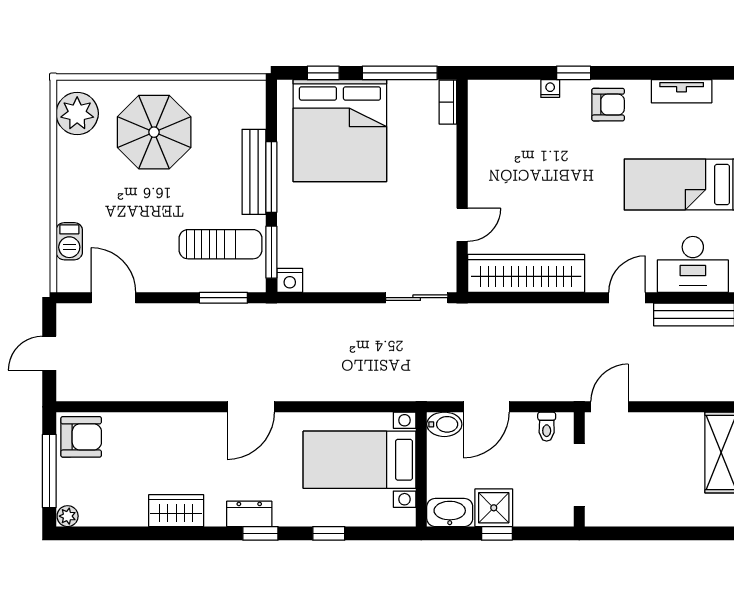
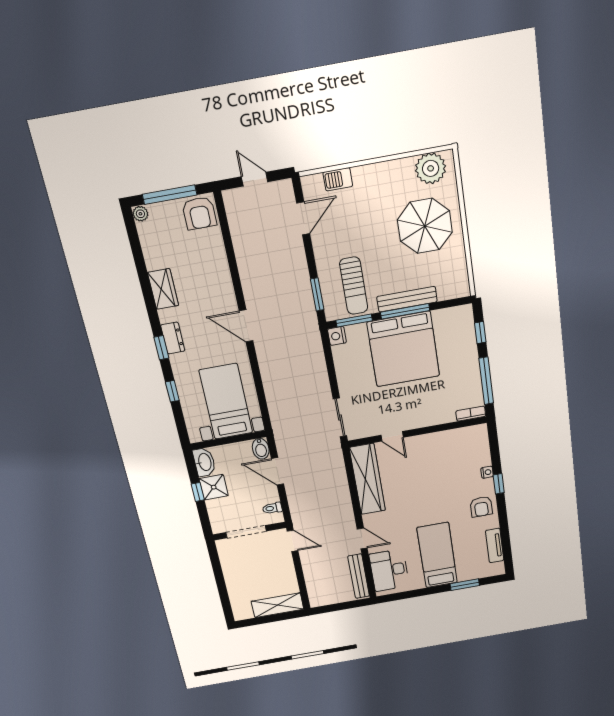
bed: (340, 131) -> (403, 349), moved, turned -90

